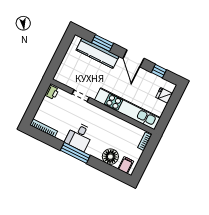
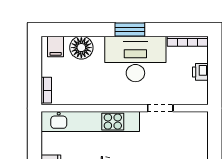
printer: (52, 92) -> (200, 72), moved
desk: (79, 136) -> (135, 59), width x1.87, depth x1.30
window: (75, 153) -> (130, 29), width x0.69

